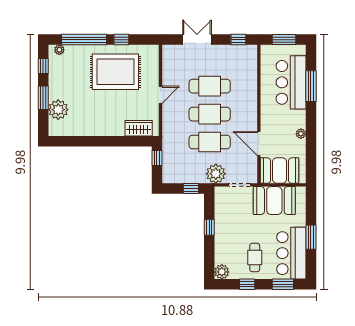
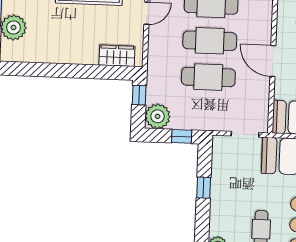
door: (259, 144) -> (273, 61), moved
plant: (216, 174) -> (158, 116), moved

